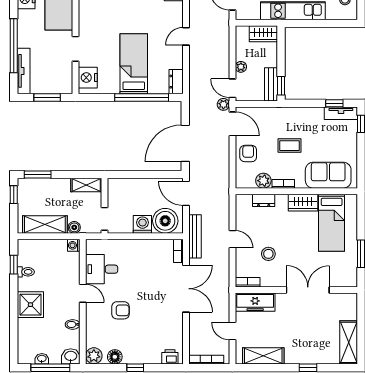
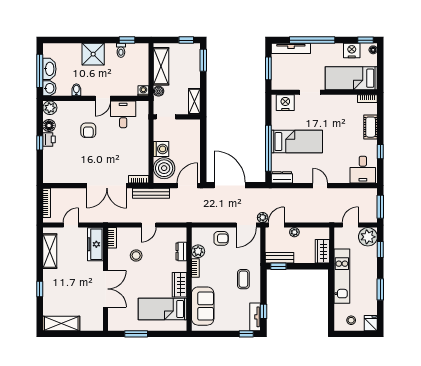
coffee table: (289, 146) -> (243, 279), moved
printer: (170, 357) -> (49, 139), moved
washbasin: (42, 359) -> (49, 69), width x1.91, depth x1.45

